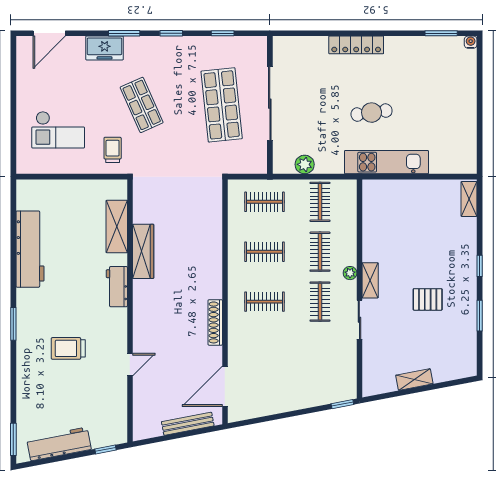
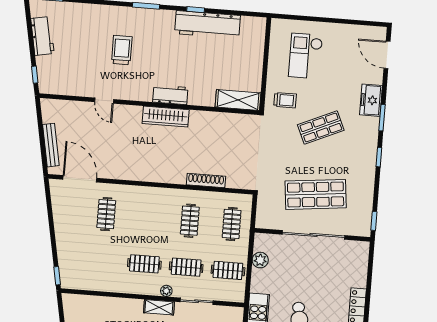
window: (223, 33) -> (374, 221), moved
shelving: (117, 227) -> (238, 100), moved
wardrobe: (143, 251) -> (166, 117), moved
window: (13, 264) -> (196, 10), added
clothes rail: (264, 302) -> (106, 214), moved
sliding door: (359, 320) -> (197, 301), moved
shoe rack: (215, 322) -> (206, 180), moved
workbench: (59, 444) -> (42, 36), width x0.73

